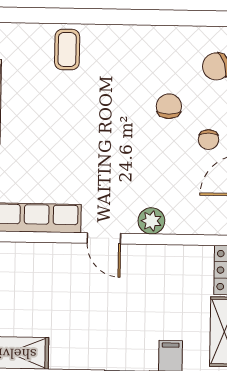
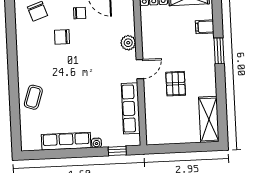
coffee table: (67, 49) -> (33, 97), turned -72
pallet: (75, 299) -> (176, 84), added

